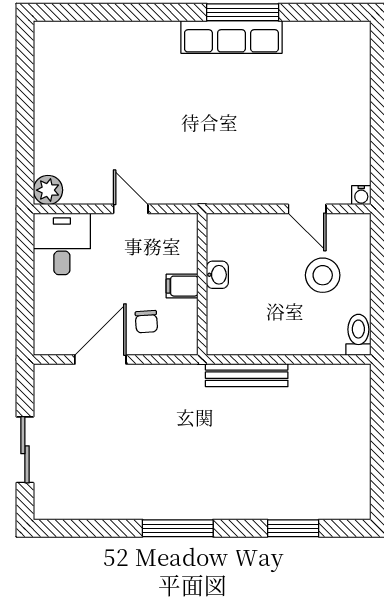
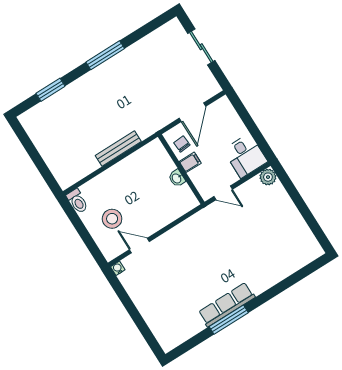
washbasin: (217, 275) -> (177, 178), moved
wall: (202, 284) -> (181, 169), moved
filing cabinet: (182, 286) -> (190, 162), moved

